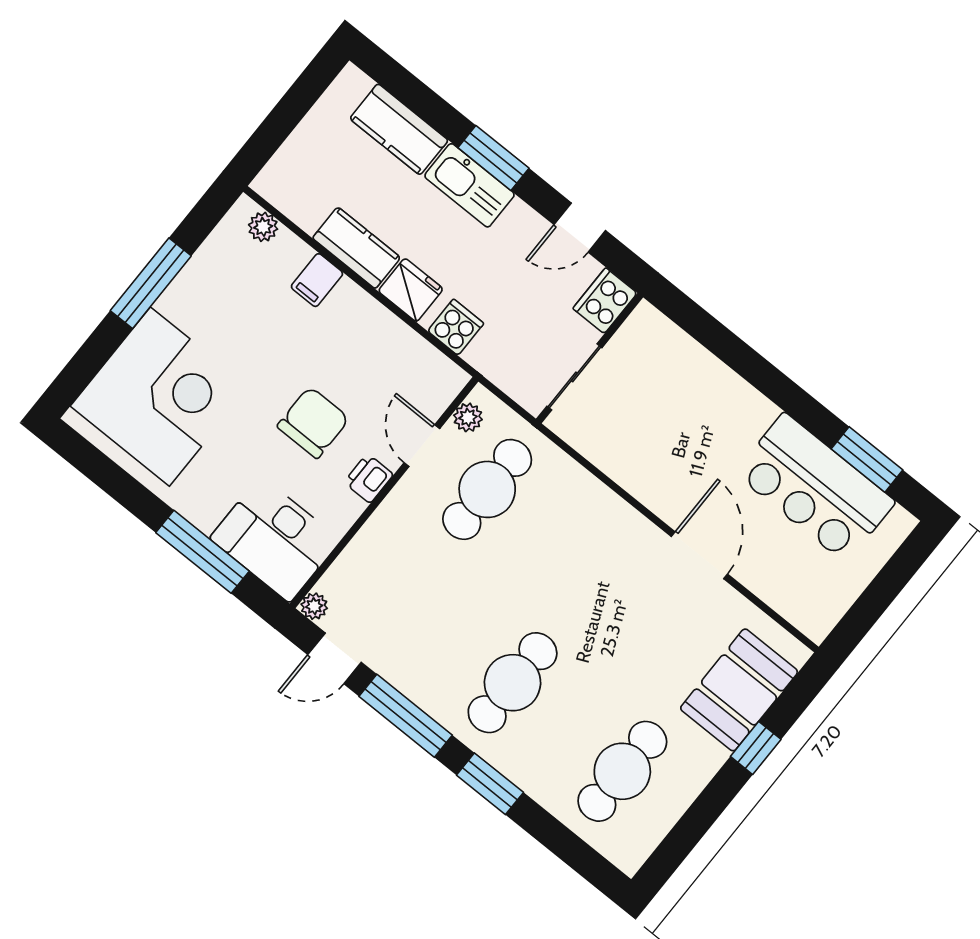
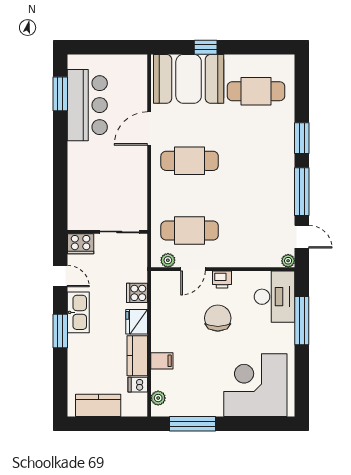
kitchen counter: (399, 129) -> (98, 405), moved, turned -90
kitchen sink: (469, 185) -> (78, 312), moved
dishwasher: (310, 212) -> (138, 385), added
window: (151, 283) -> (193, 424), moved
chair: (313, 422) -> (218, 318), turned 90
cafe table: (513, 683) -> (190, 161), moved
booth: (739, 690) -> (189, 79), width x1.36, depth x1.42

